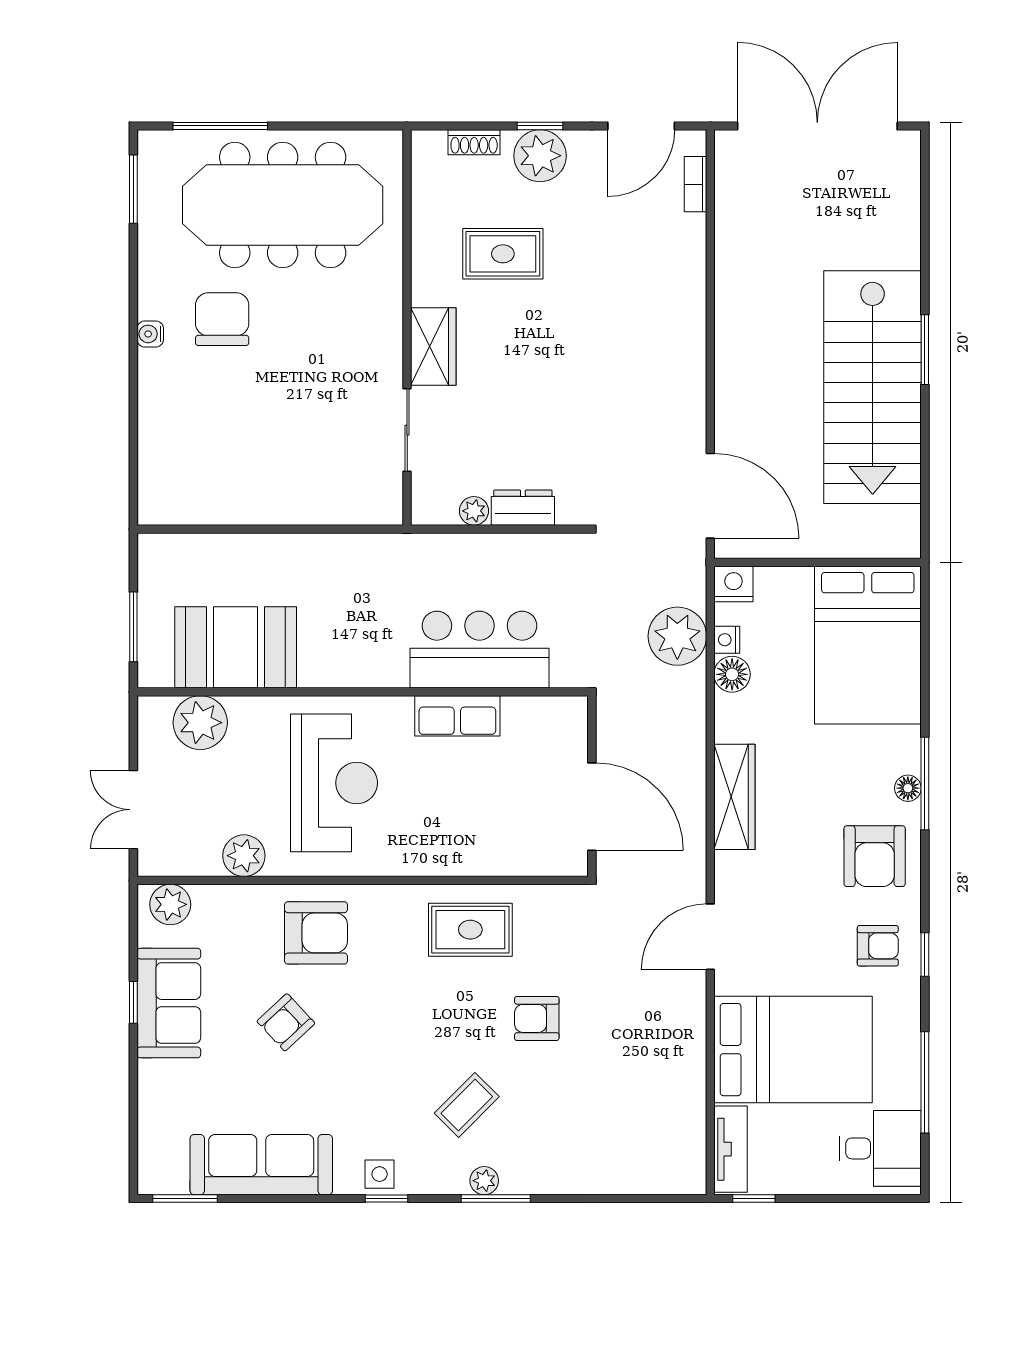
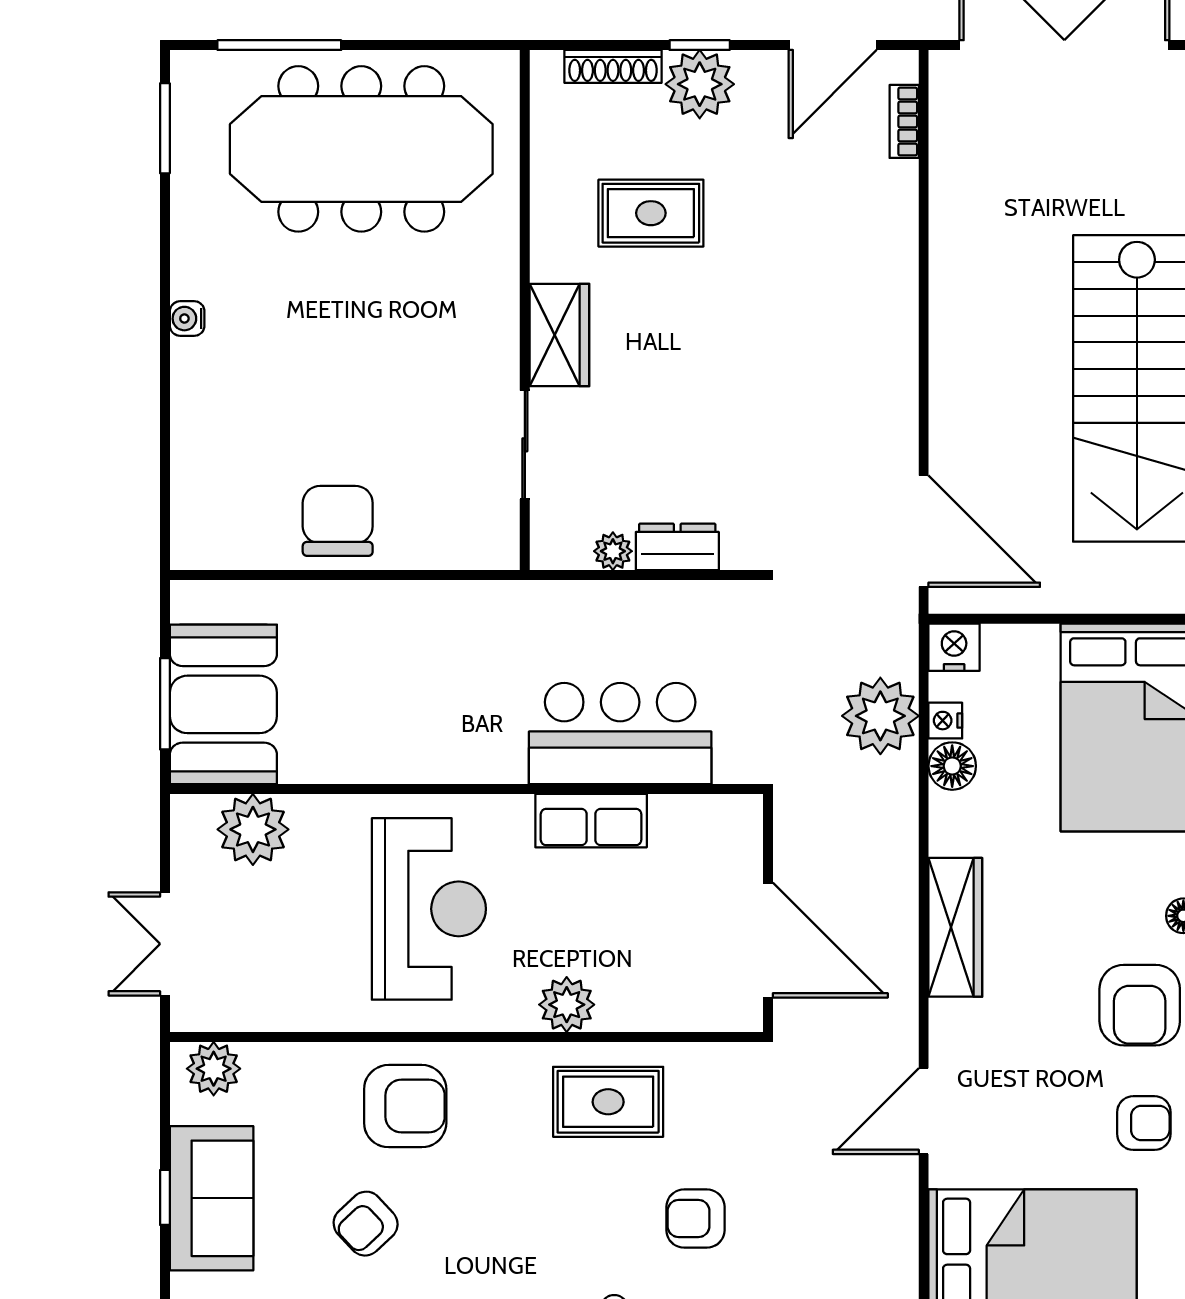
shoe rack: (474, 142) -> (613, 66), width x1.43
chair: (222, 319) -> (338, 521), moved
booth: (236, 647) -> (223, 704), moved, turned 90
plant: (244, 856) -> (567, 1005), moved

